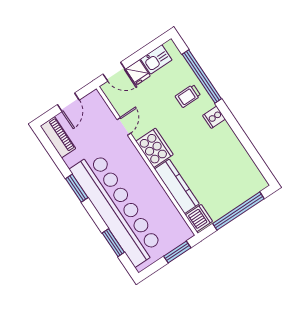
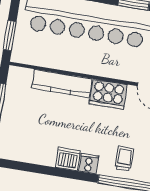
dishwasher: (199, 218) -> (68, 159), moved, turned 180

